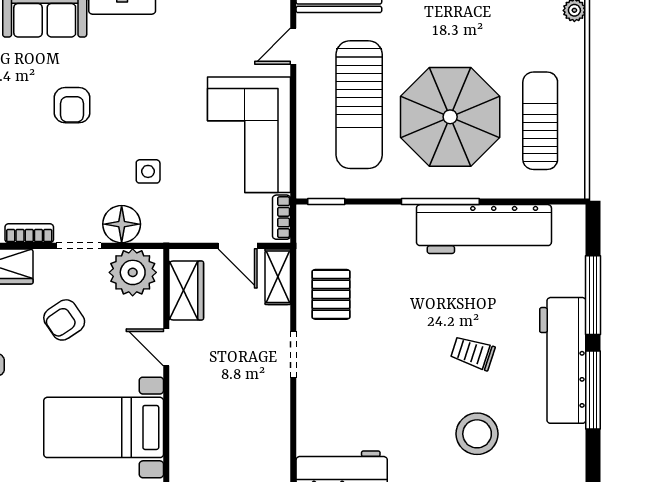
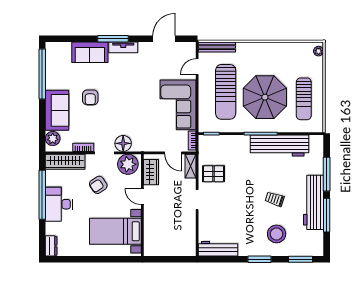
armchair: (72, 105) -> (90, 97), moved
sun lounger: (540, 121) -> (304, 99), turned 180
side table: (148, 171) -> (134, 121), removed
pallet: (331, 294) -> (213, 174), turned 90

